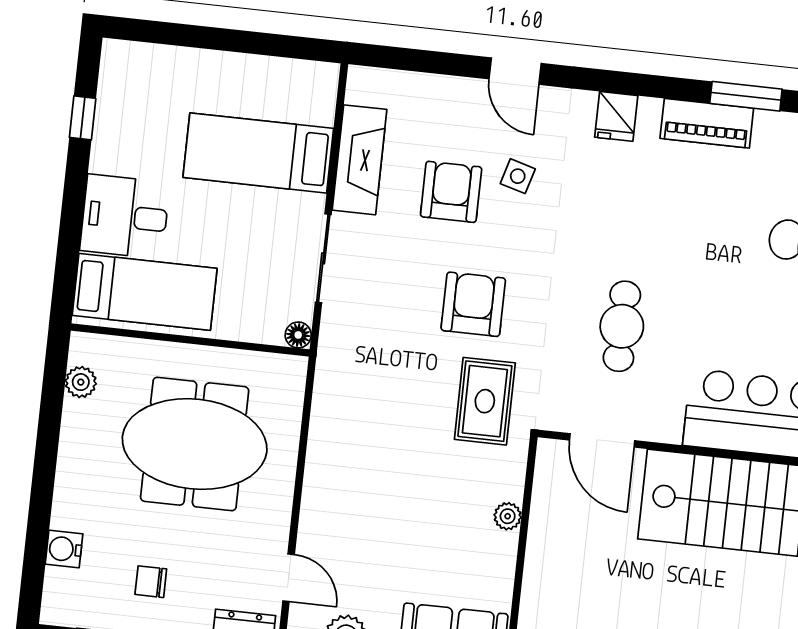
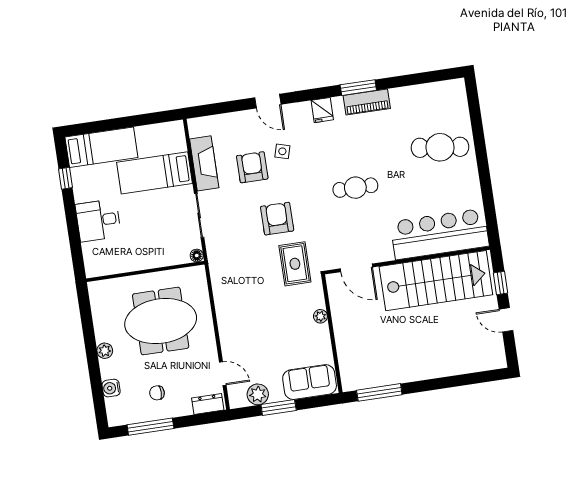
window: (746, 96) -> (358, 88), moved
bed: (145, 292) -> (101, 147), moved
cafe table: (622, 326) -> (355, 188), moved, turned 90
plant: (81, 382) -> (105, 351), moved

